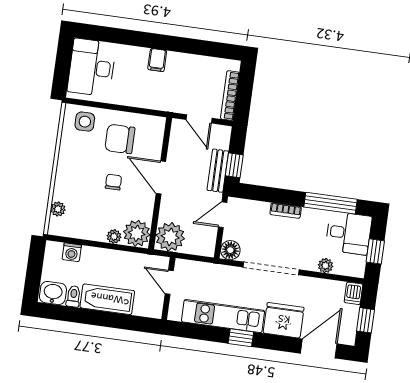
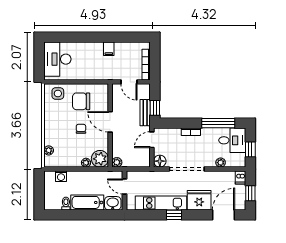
filing cabinet: (157, 60) -> (109, 49), moved
plant: (170, 237) -> (117, 162), width x0.53, depth x0.53
washbasin: (53, 293) -> (113, 203), moved

